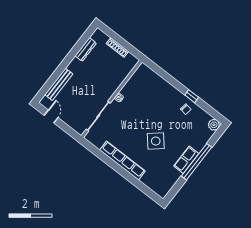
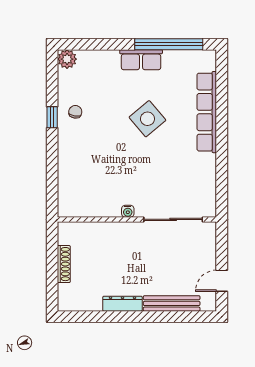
dresser: (86, 49) -> (123, 304), moved
row of seats: (122, 160) -> (207, 112), moved
window: (197, 162) -> (169, 44), moved

